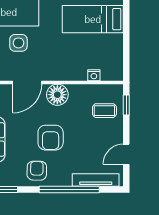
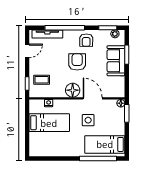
bed: (93, 19) -> (49, 123), moved
side table: (18, 43) -> (88, 120), moved
door: (27, 82) -> (93, 98), hinge flipped

